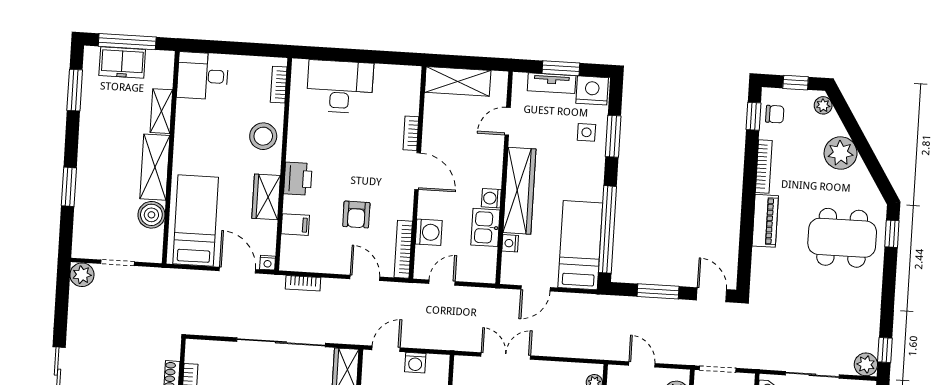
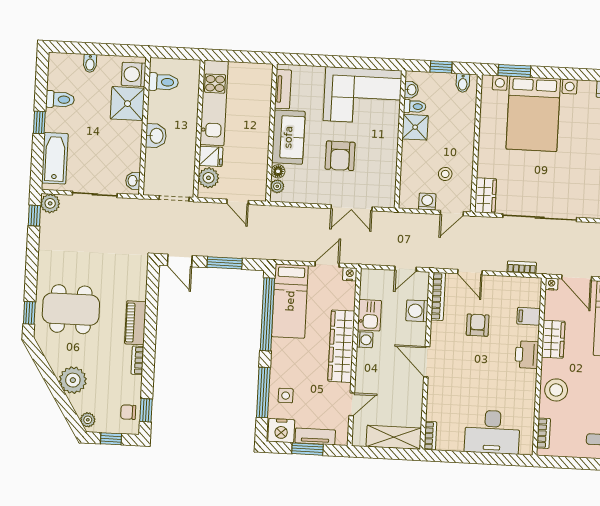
bookcase: (411, 133) -> (430, 436), moved
window: (613, 136) -> (263, 392), width x1.44
bookcase: (764, 166) -> (137, 360), width x0.64
nightstand: (510, 243) -> (350, 274), moved, turned -90

